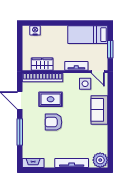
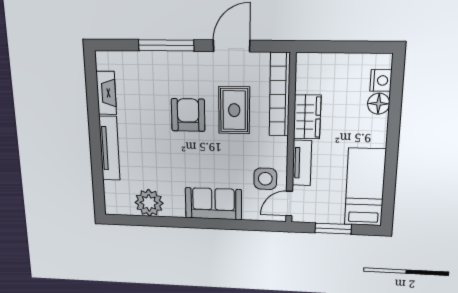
floor lamp: (46, 31) -> (379, 104), added
wardrobe: (42, 64) -> (307, 117), moved
plant: (100, 160) -> (149, 203), moved
fireplace: (33, 163) -> (106, 93), moved

